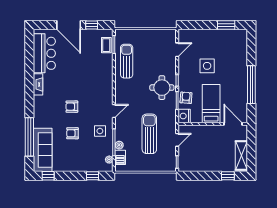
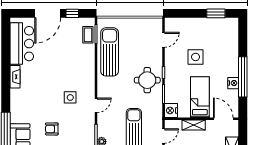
door: (69, 25) -> (48, 13), hinge flipped
sun lounger: (127, 61) -> (110, 52), width x1.36, depth x1.34
nightstand: (242, 90) -> (233, 83), added
armchair: (186, 98) -> (173, 91), removed
armchair: (72, 107) -> (51, 100), removed
shelving: (205, 130) -> (194, 125), added
side table: (100, 131) -> (70, 97), moved

